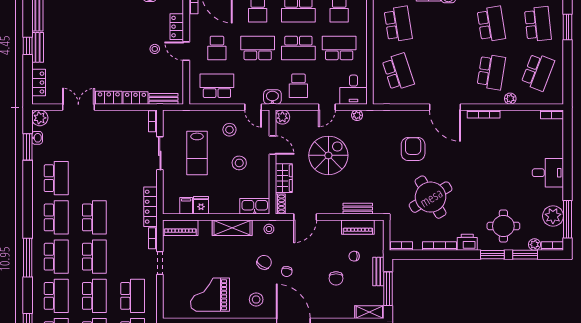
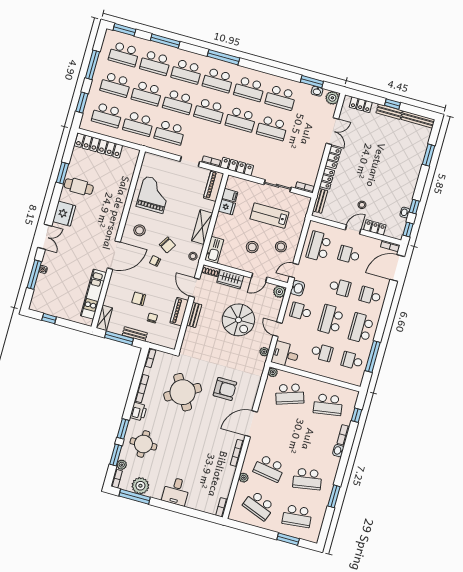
school desk: (258, 48) -> (340, 287), width x0.54
school desk: (339, 48) -> (322, 352), width x0.54
school desk: (217, 86) -> (319, 246), turned 180
plant: (378, 99) -> (273, 372), added
school desk: (94, 178) -> (272, 128), added
bench: (358, 209) -> (194, 315), moved
piano: (358, 227) -> (179, 312), moved

